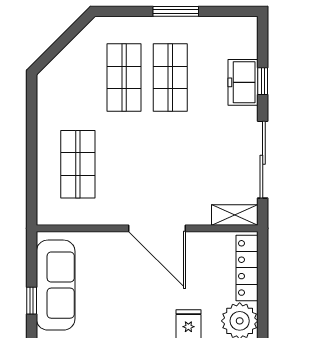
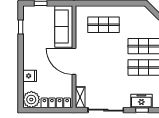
door: (157, 228) -> (74, 61), hinge flipped
sofa: (56, 285) -> (64, 27), moved, turned 90

